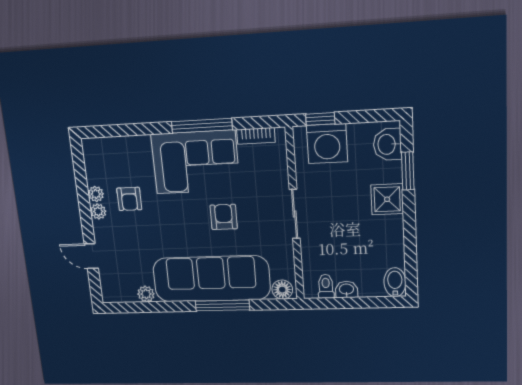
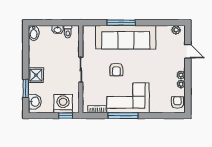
armchair: (129, 199) -> (177, 102), moved
floor lamp: (282, 290) -> (90, 31), removed
plant: (146, 294) -> (176, 30), moved

